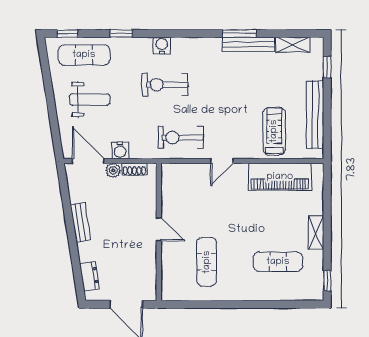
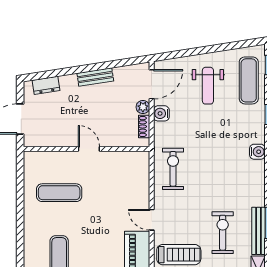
exercise bike: (165, 85) -> (223, 233), moved
door: (222, 161) -> (152, 220), moved
door: (159, 229) -> (89, 149), swing flipped

